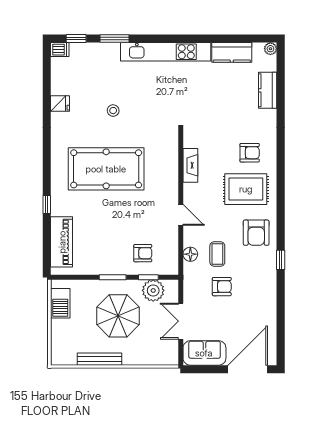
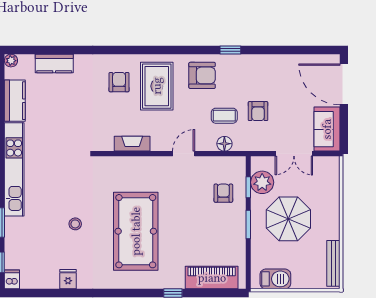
armchair: (222, 287) -> (258, 111), turned 180
bench: (100, 359) -> (333, 263), moved

